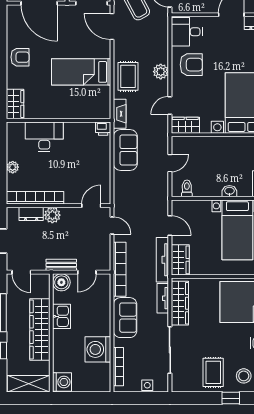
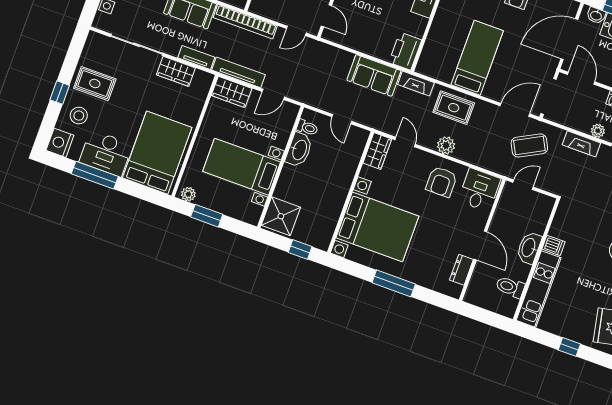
printer: (103, 129) -> (405, 51), width x1.87, depth x1.48
washbasin: (229, 191) -> (299, 150), moved, width x1.91, depth x1.45
wardrobe: (180, 303) -> (176, 71), width x0.67

